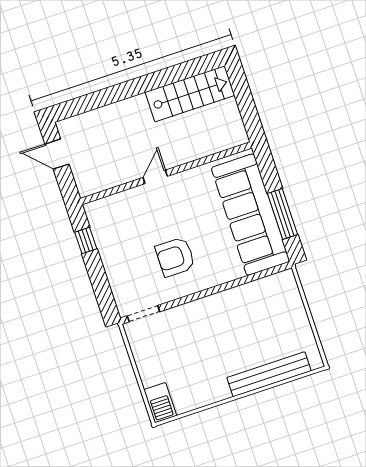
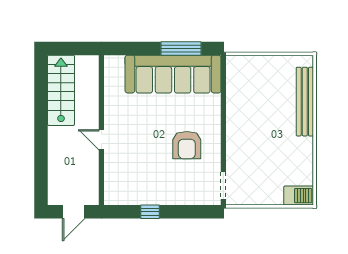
wall: (166, 173) -> (101, 130), moved
door: (155, 177) -> (101, 140), moved

